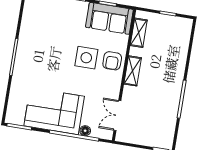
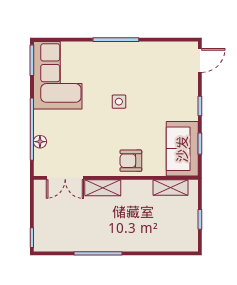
side table: (86, 58) -> (119, 102), moved, width x0.54, depth x0.54
shelving: (133, 71) -> (103, 188), moved
corner sofa: (54, 111) -> (58, 75), moved
double door: (117, 116) -> (65, 178), swing flipped

